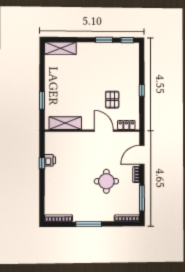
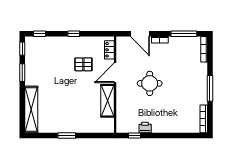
shelving: (60, 48) -> (31, 109), width x1.47
window: (142, 57) -> (40, 34), added
window: (42, 100) -> (67, 136), moved
shelving: (65, 123) -> (108, 101), moved
window: (42, 163) -> (134, 136), moved
round table: (106, 181) -> (150, 83), moved

